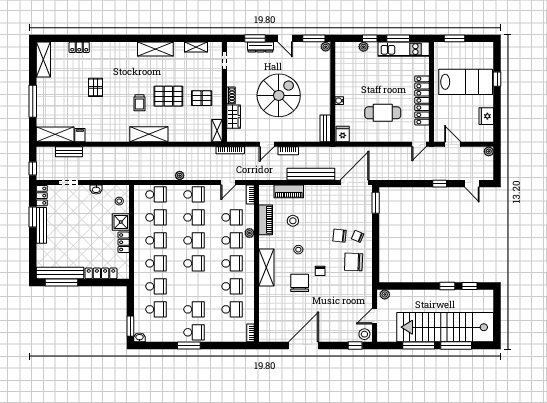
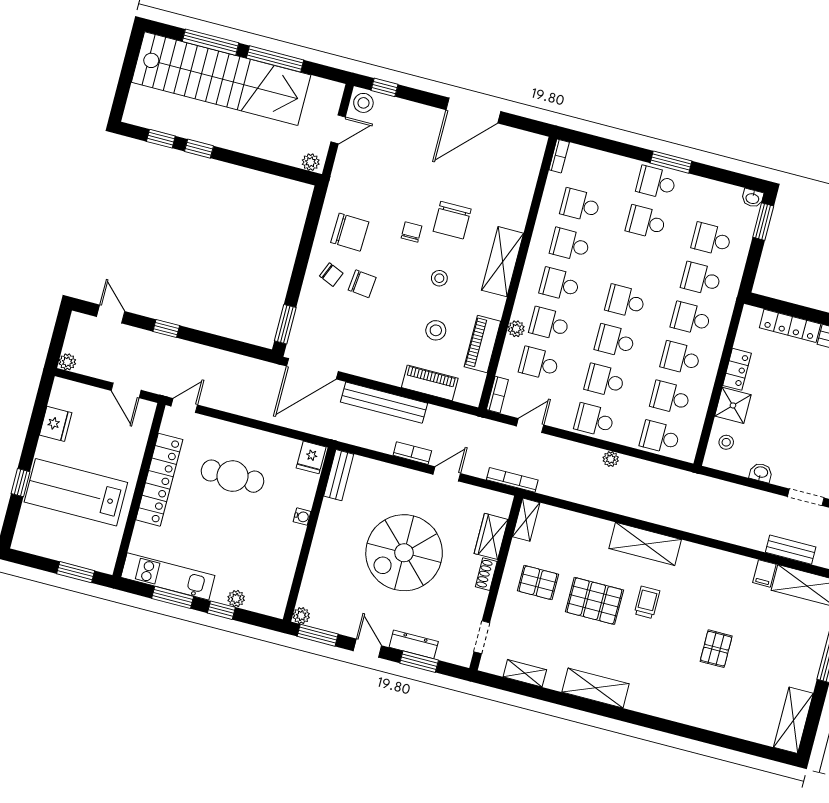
locker: (79, 47) -> (726, 725), removed

